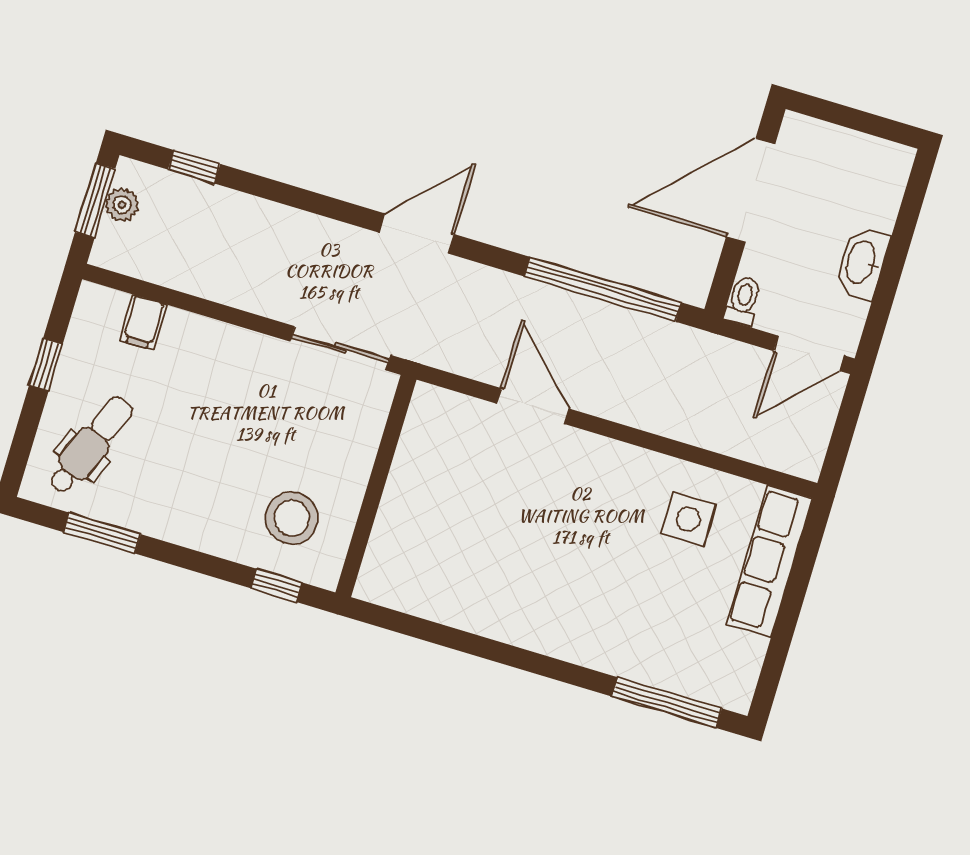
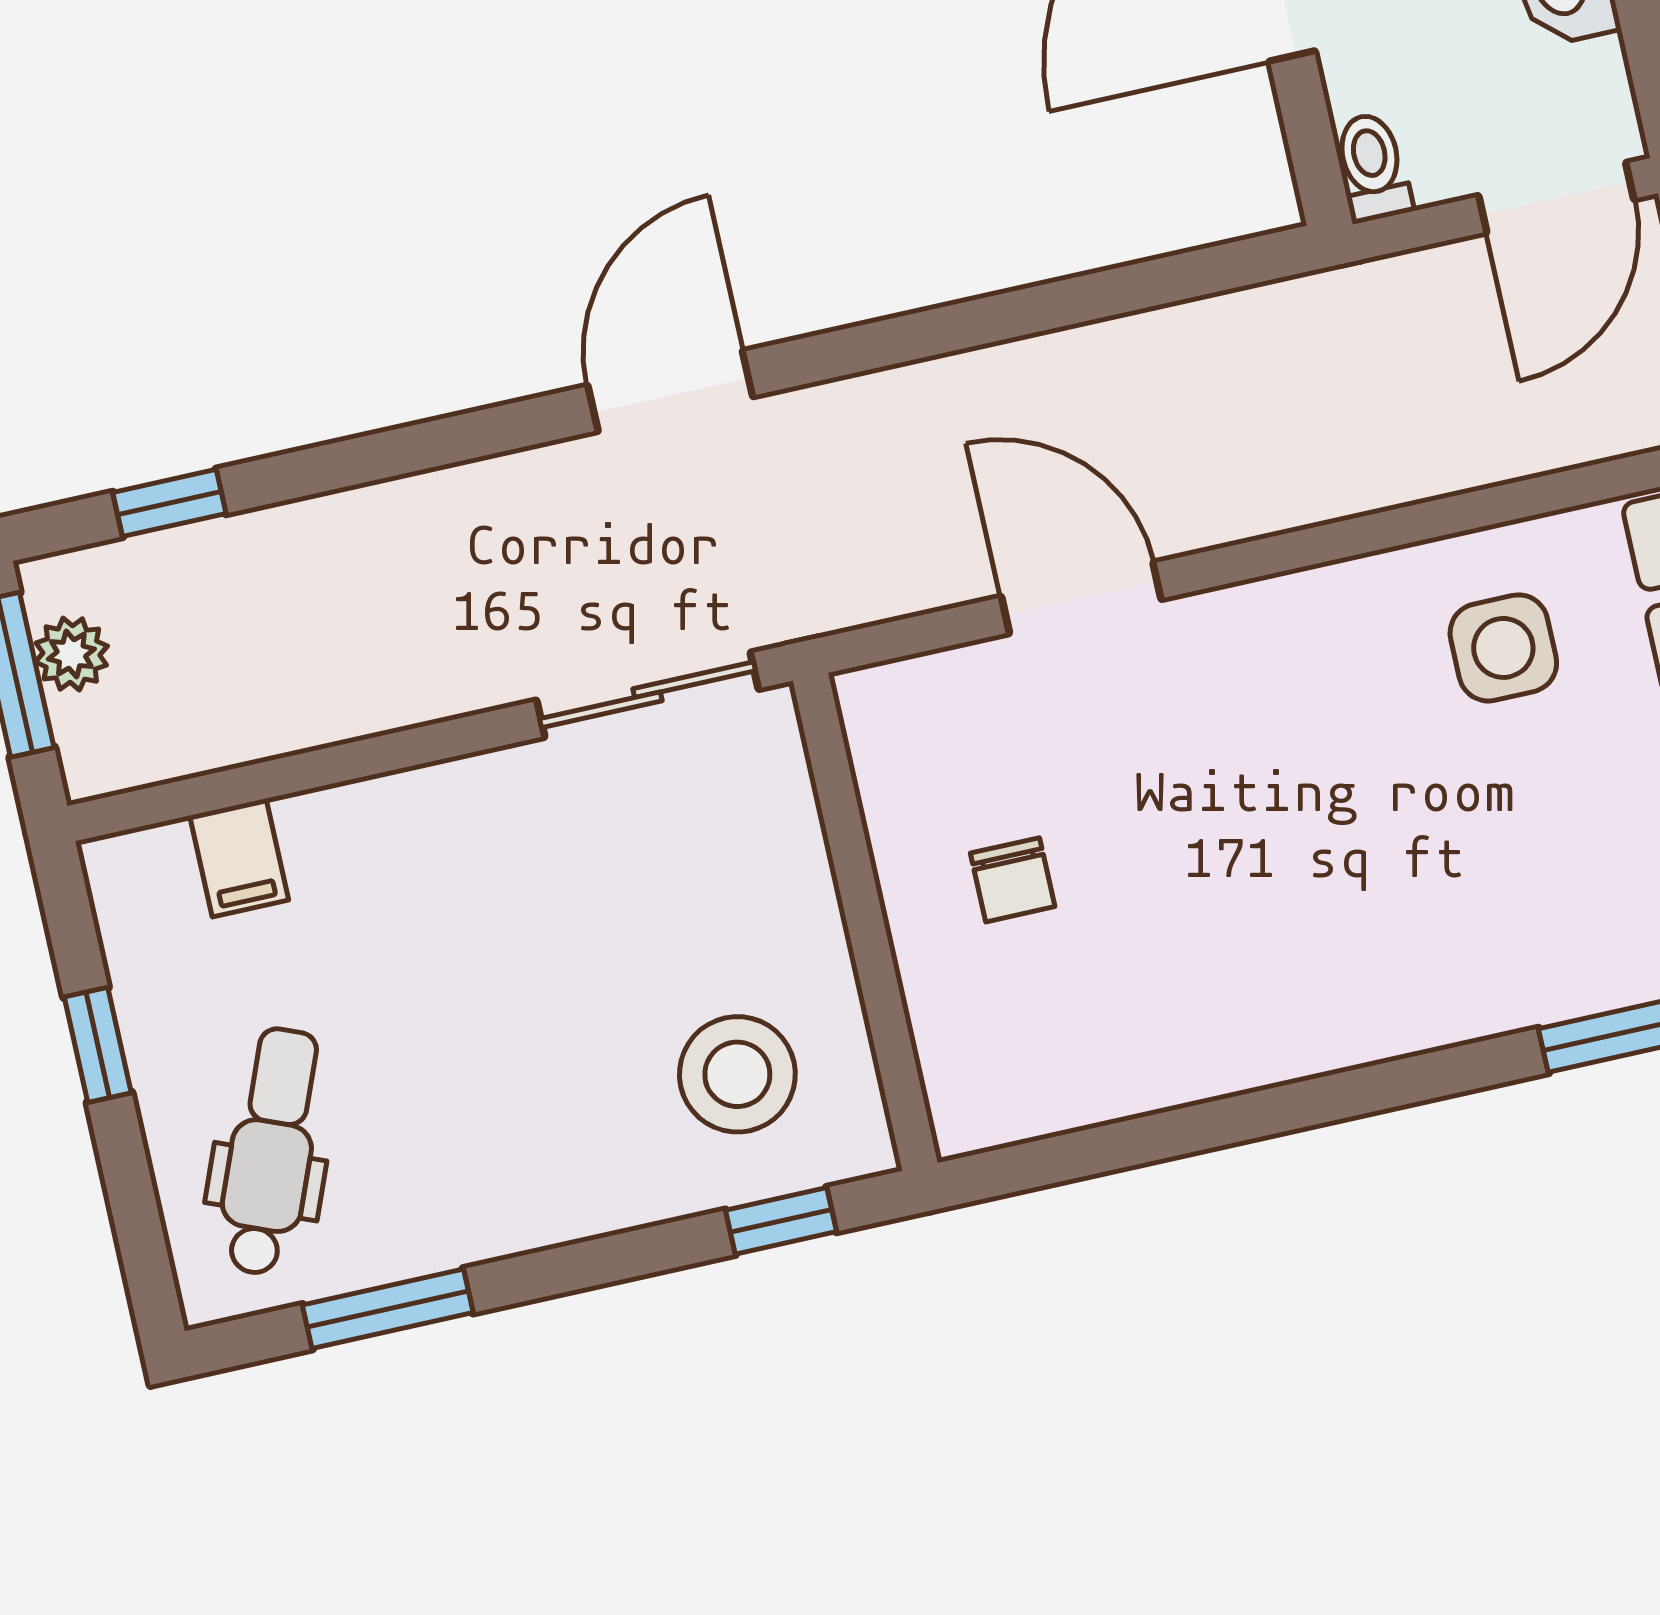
window: (603, 289) -> (1089, 297), removed
chair: (443, 502) -> (1013, 880), added

